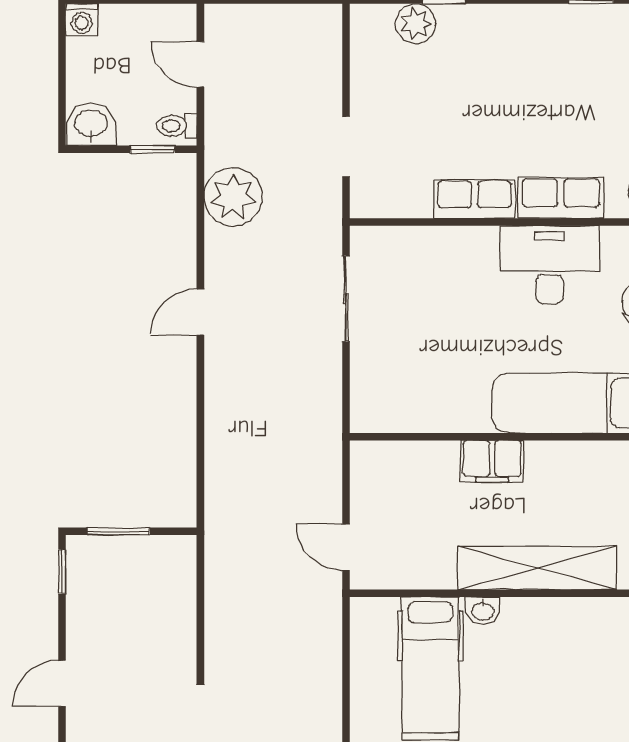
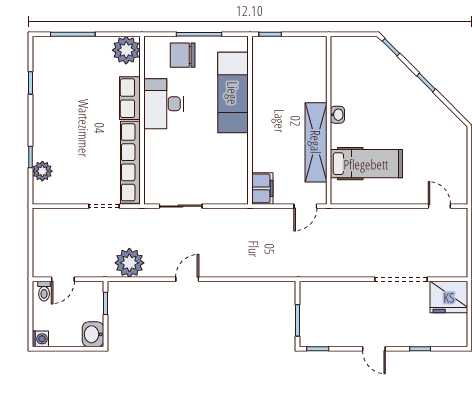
toilet: (177, 126) -> (44, 291), moved
row of seats: (474, 199) -> (130, 162), width x2.02
door: (200, 312) -> (187, 279), swing flipped
filing cabinet: (492, 461) -> (262, 188), moved
shelving: (537, 568) -> (316, 142), moved
washbasin: (483, 611) -> (337, 115), moved

